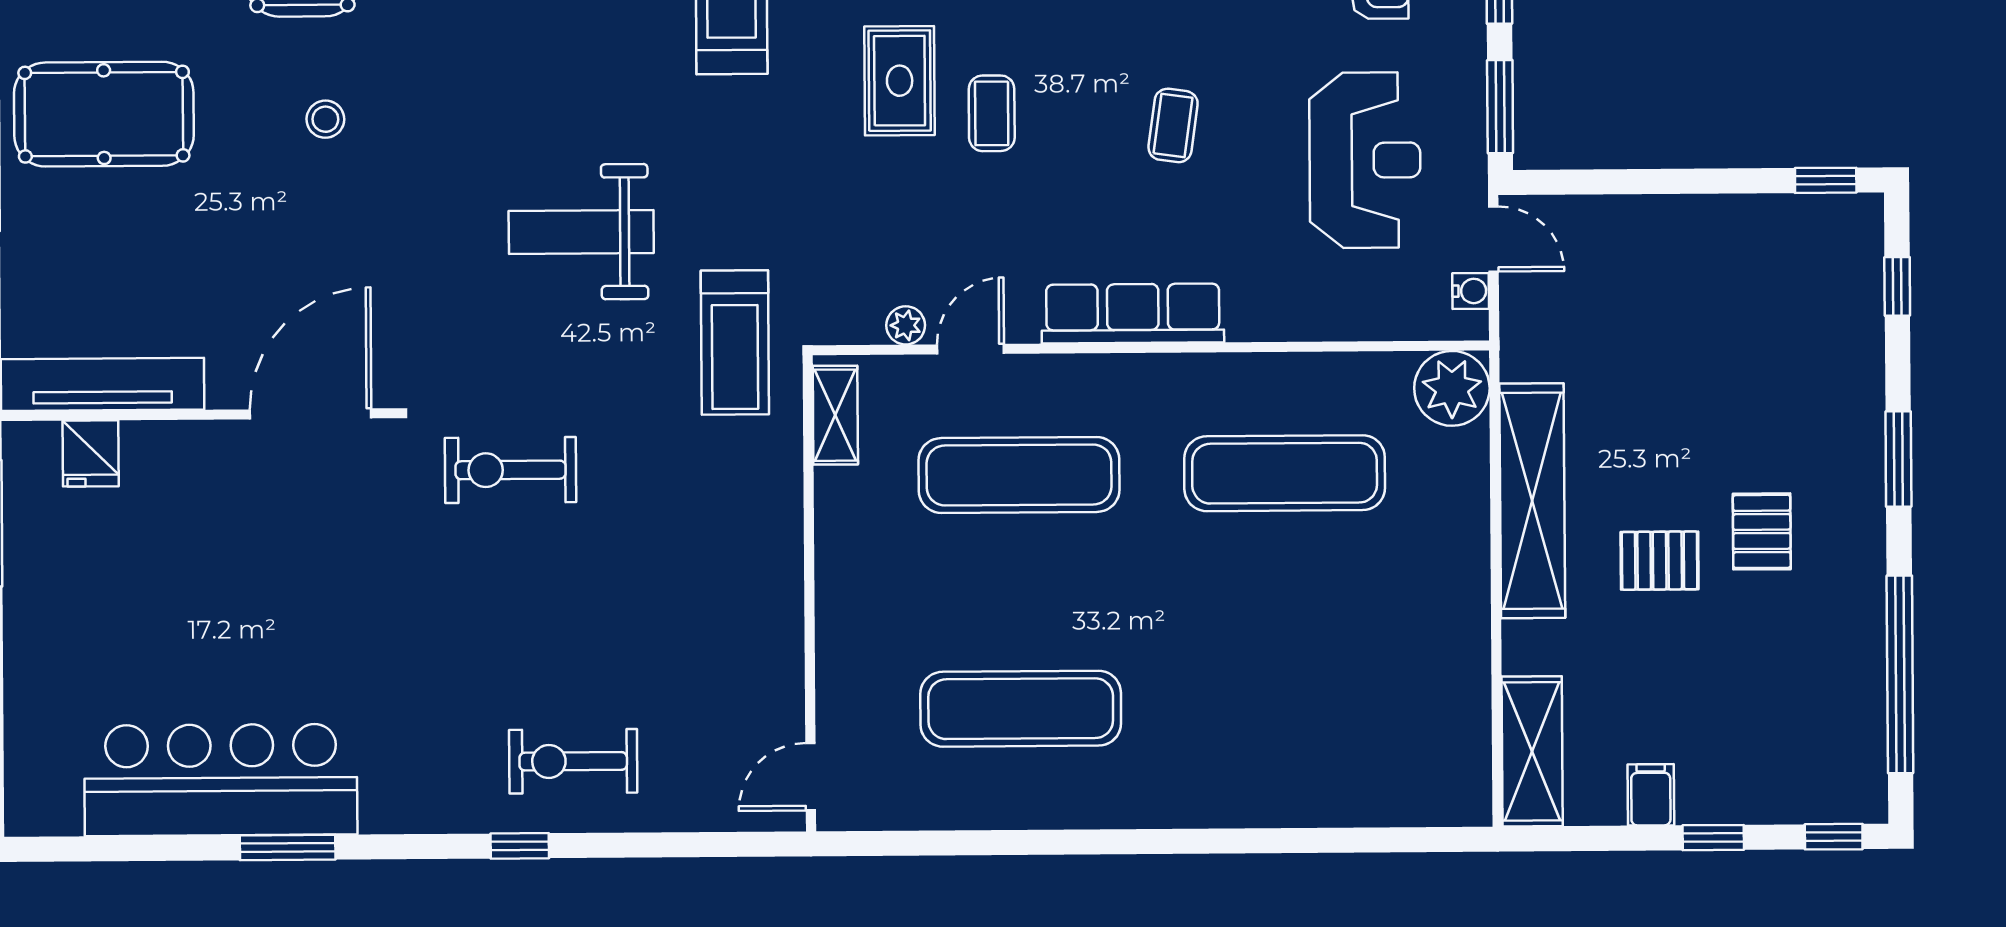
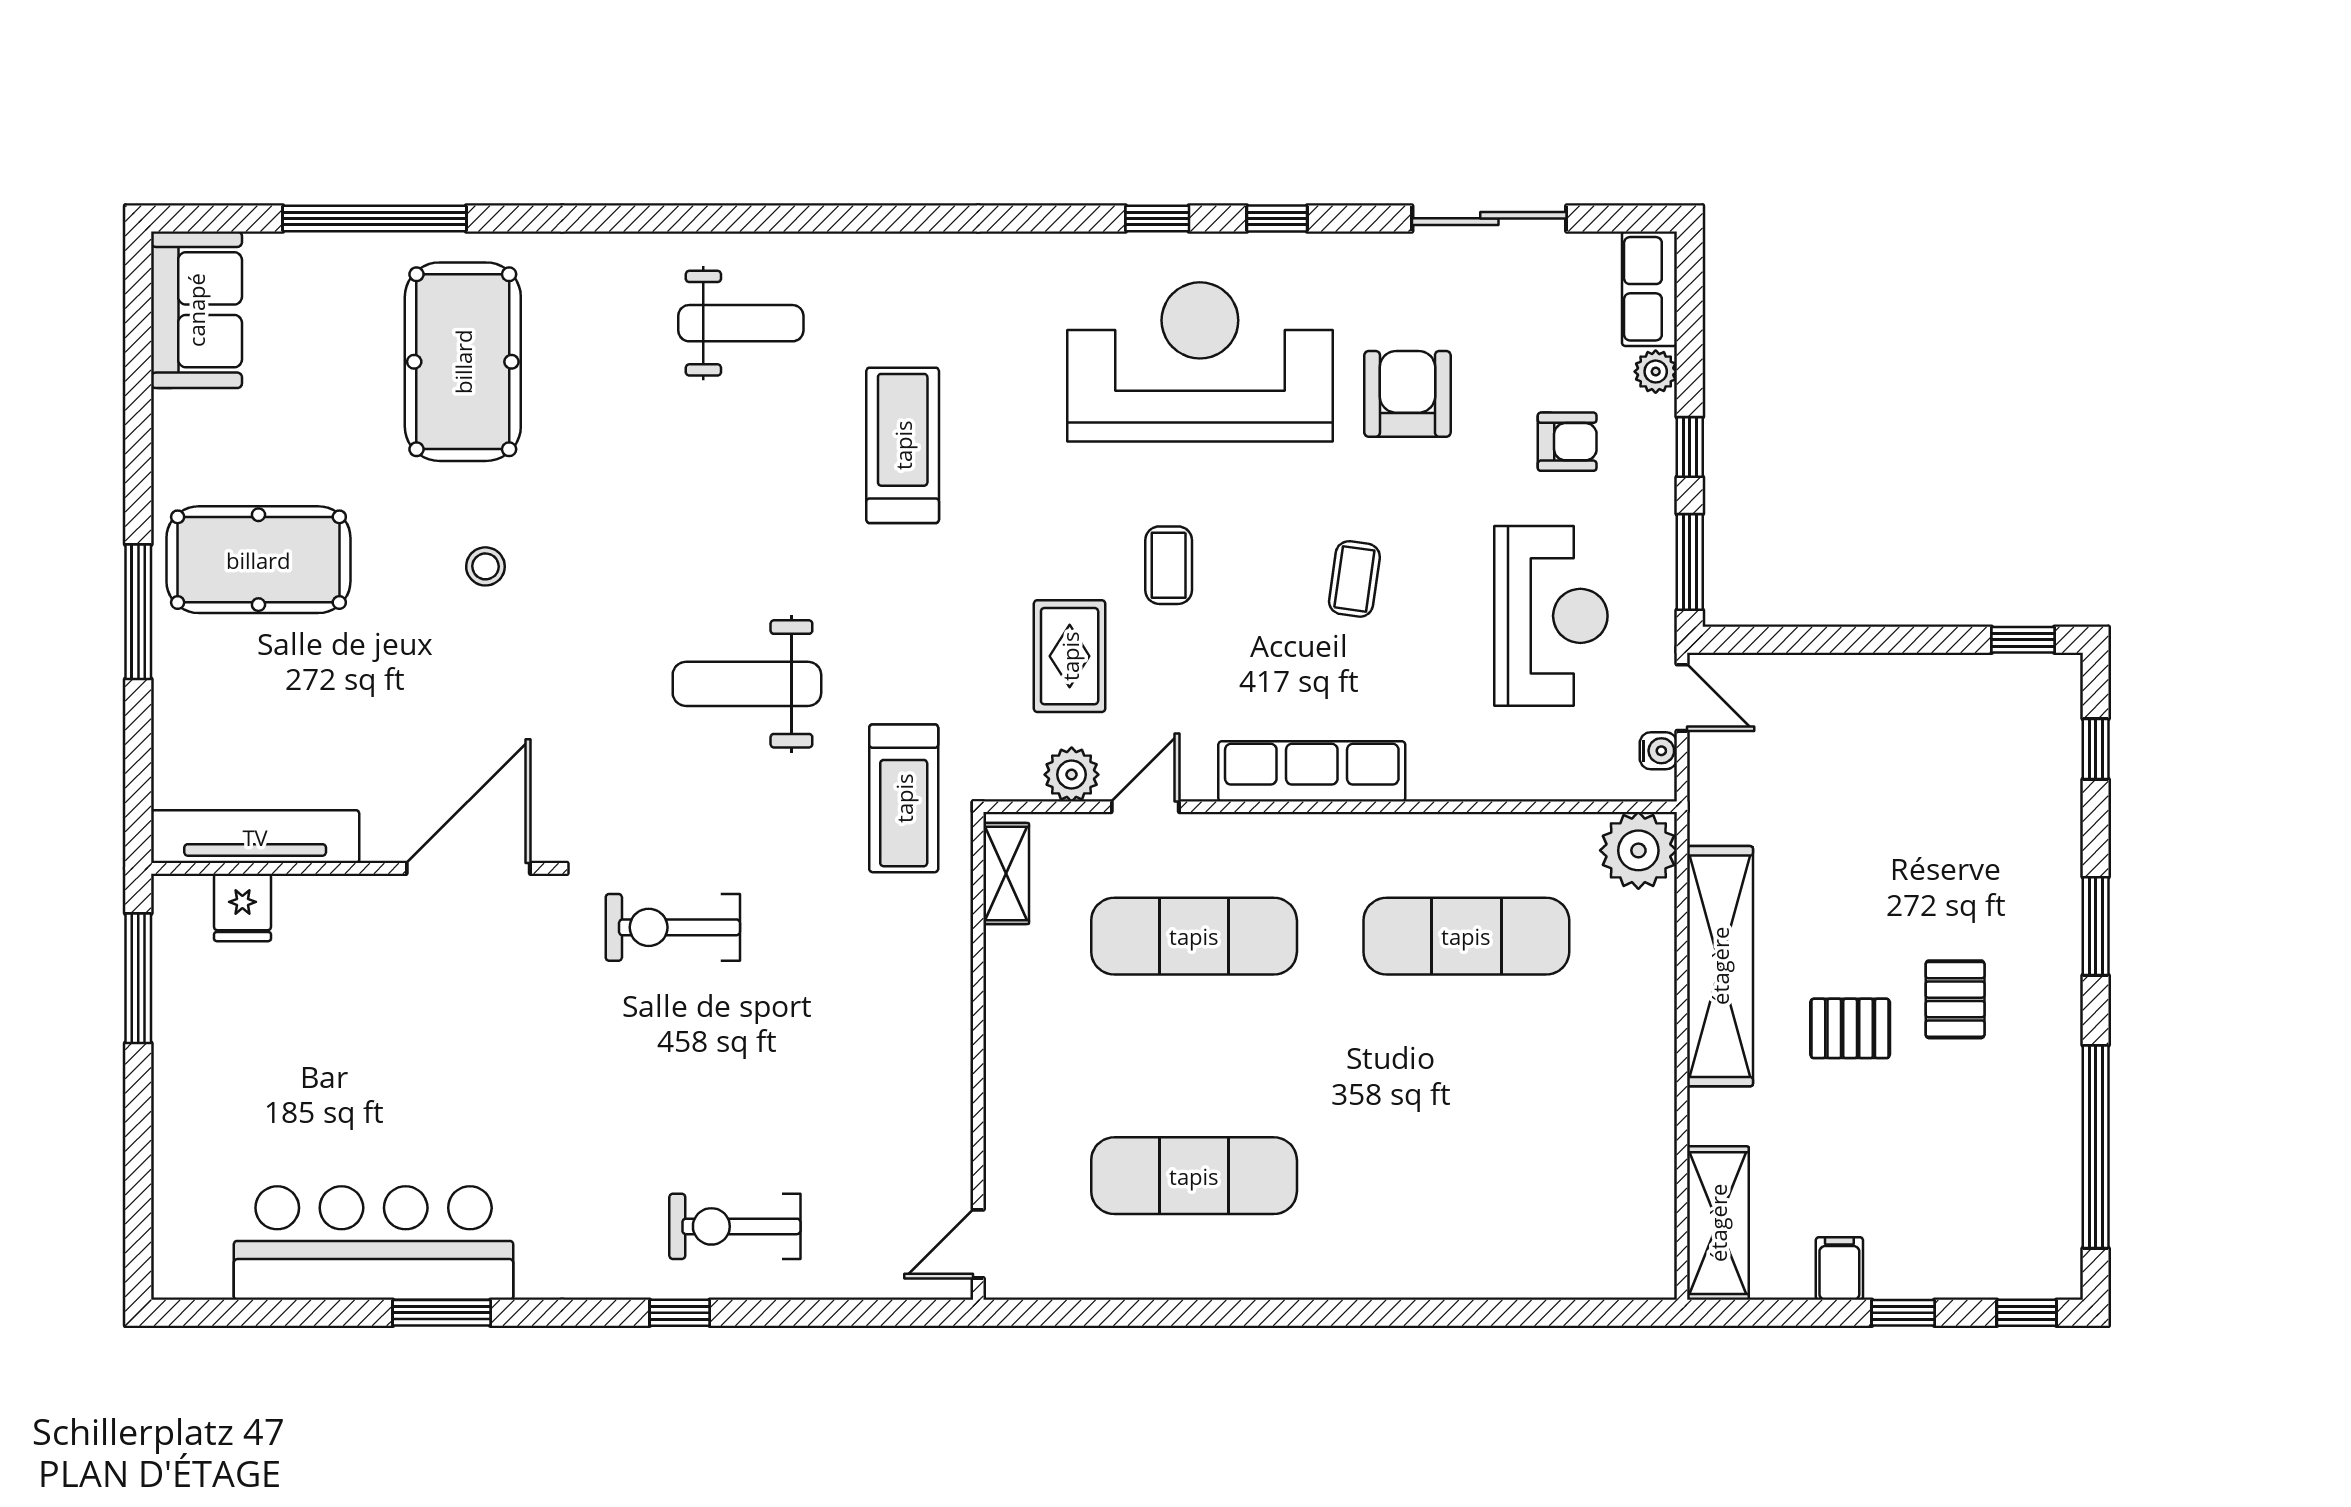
rug: (900, 81) -> (1070, 656), moved
plant: (906, 325) -> (1072, 775), width x1.38, depth x1.38

